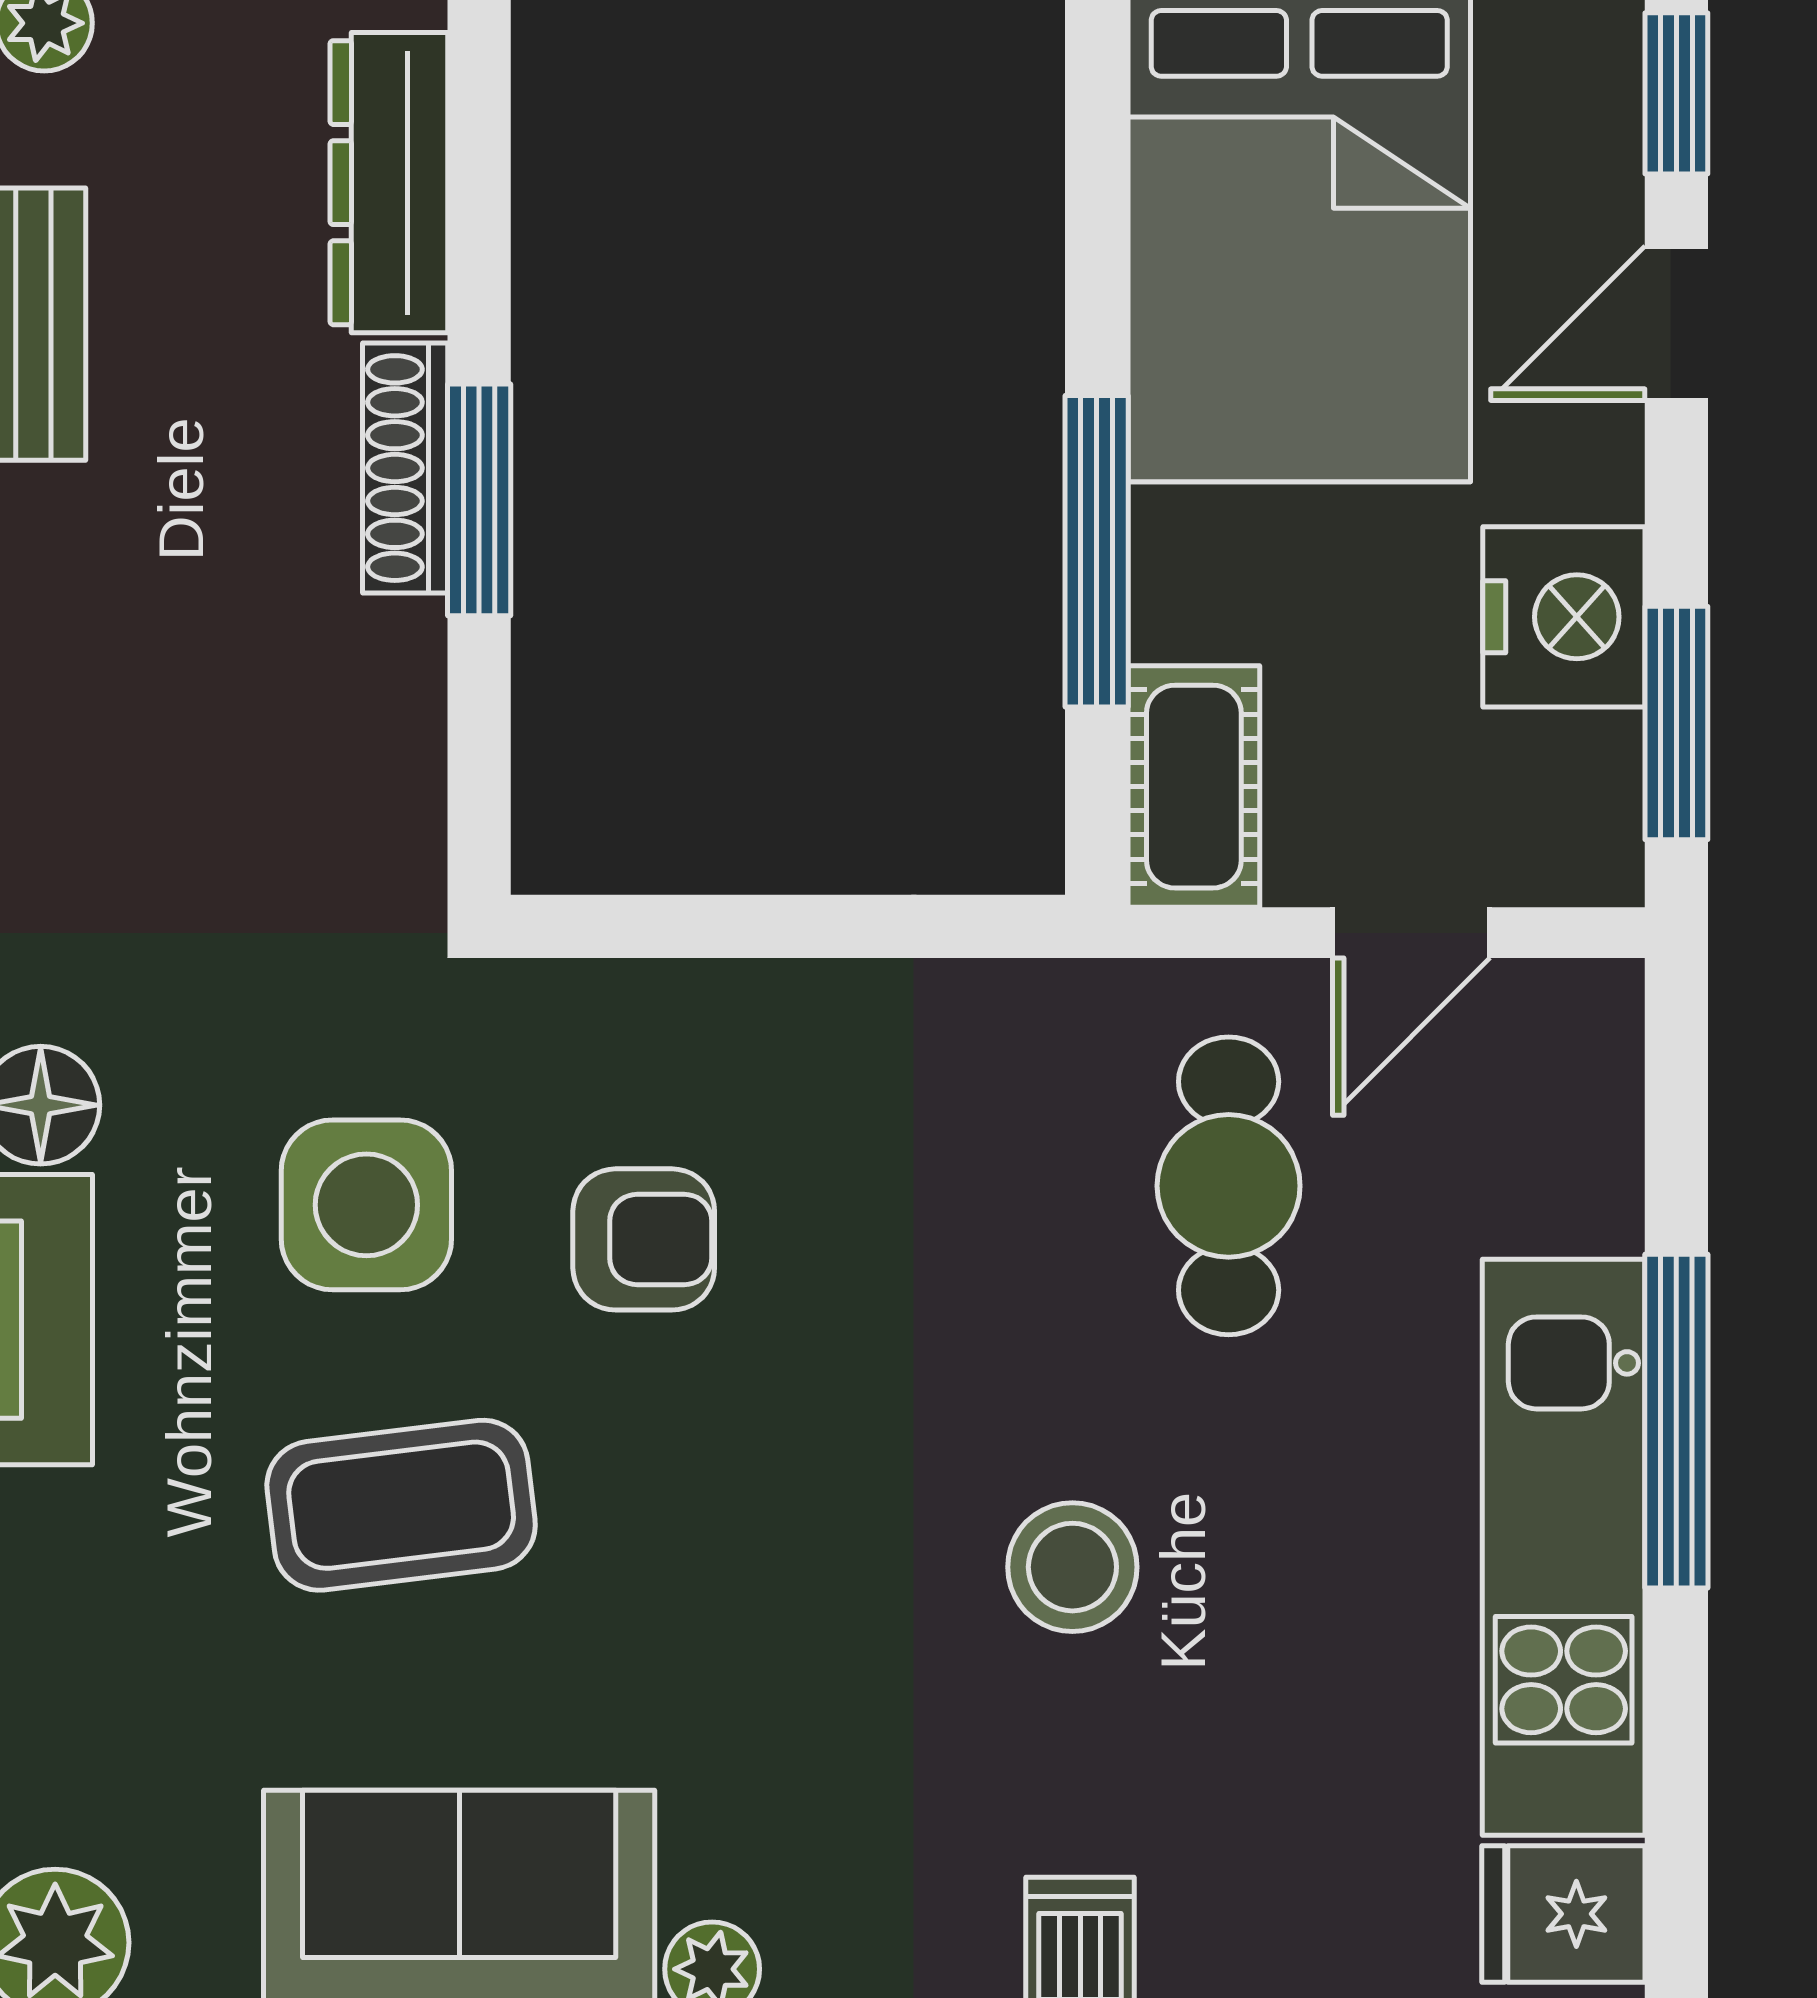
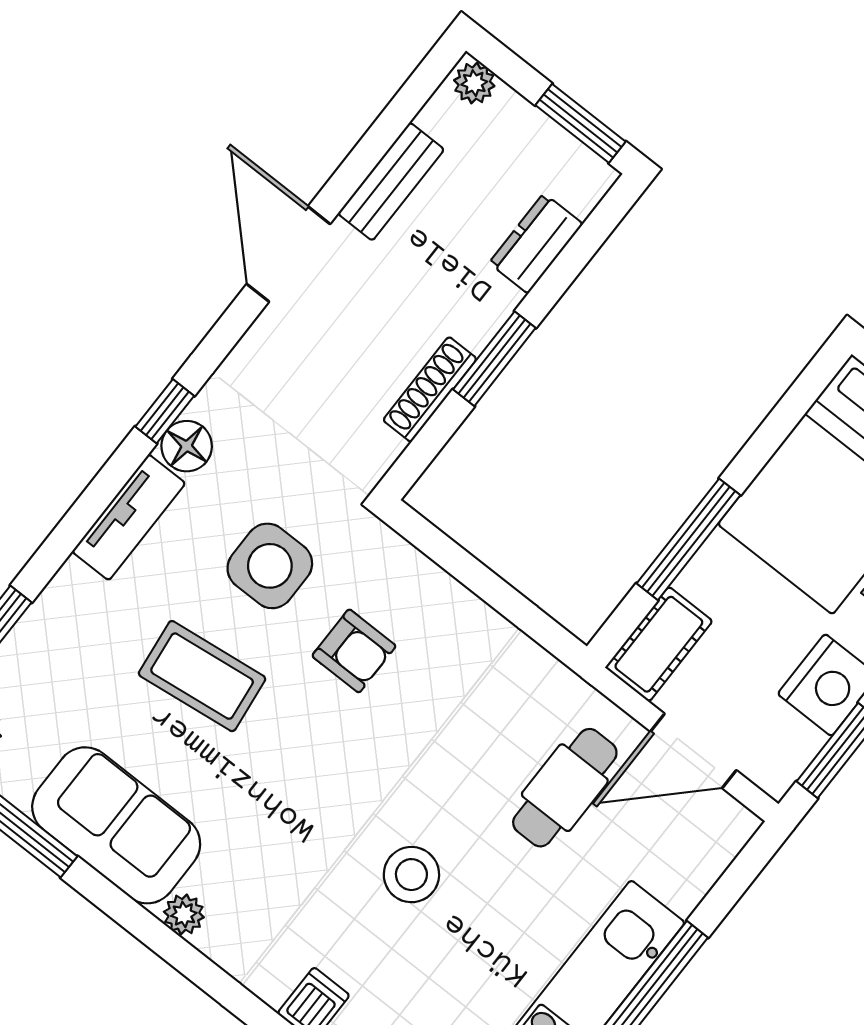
dresser: (389, 183) -> (536, 243), width x0.70
shoe rack: (405, 468) -> (430, 389), moved
door: (1411, 933) -> (693, 751), width x1.38

